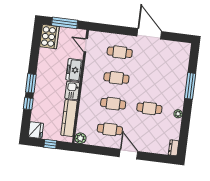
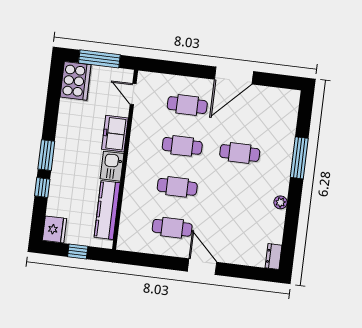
door: (149, 34) -> (234, 75), swing flipped
cafe table: (149, 108) -> (240, 153), moved
plant: (80, 138) -> (126, 242), removed

